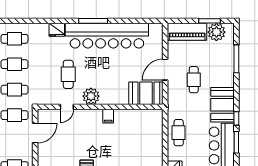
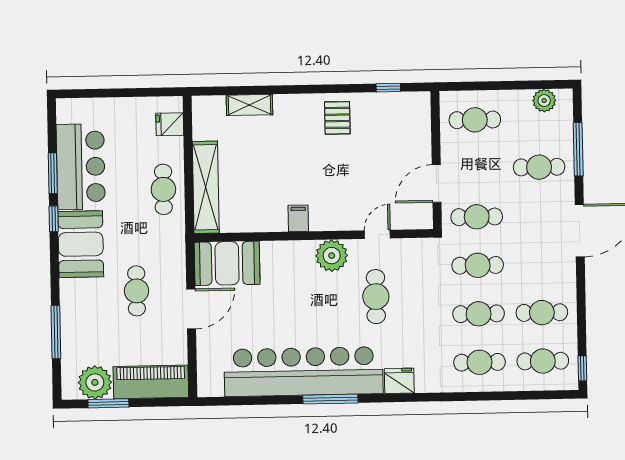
shelving: (156, 133) -> (206, 187), added

